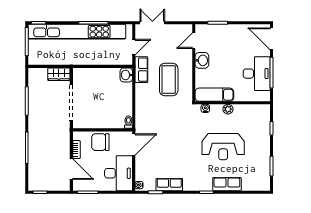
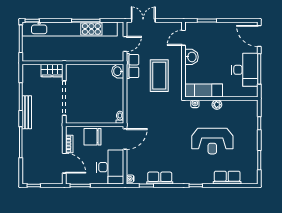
bench: (33, 117) -> (27, 112), added
row of seats: (227, 184) -> (227, 178), moved

